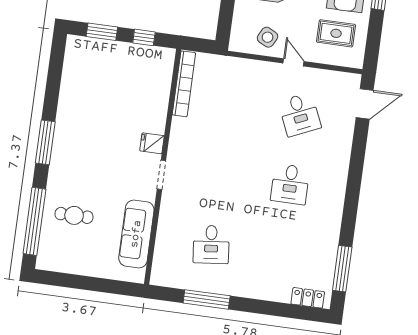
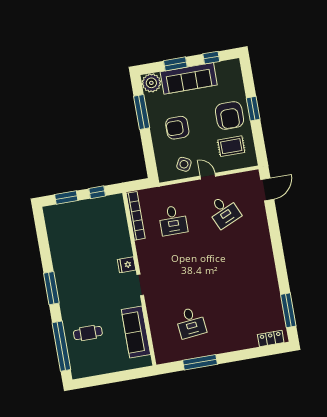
desk: (290, 184) -> (173, 220), moved

